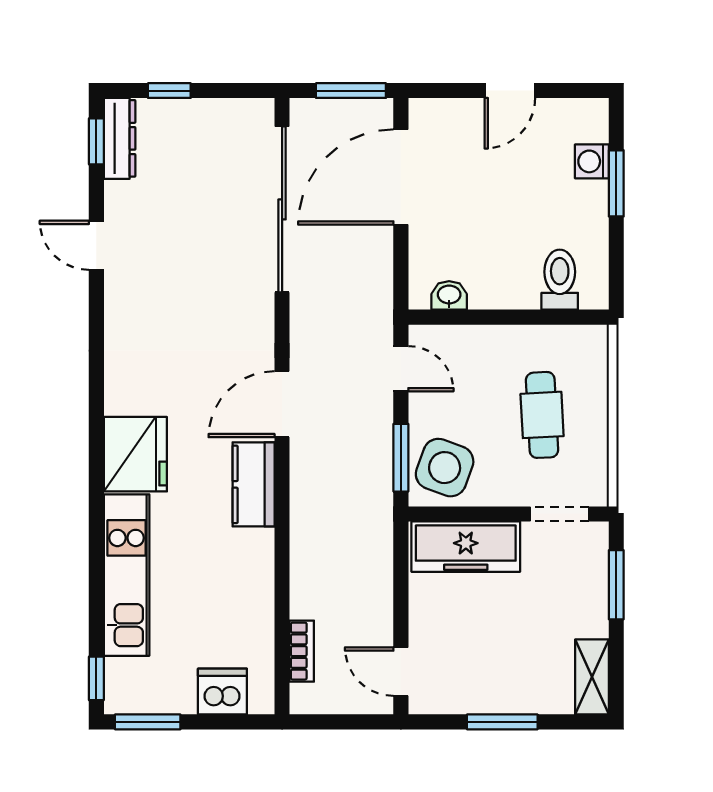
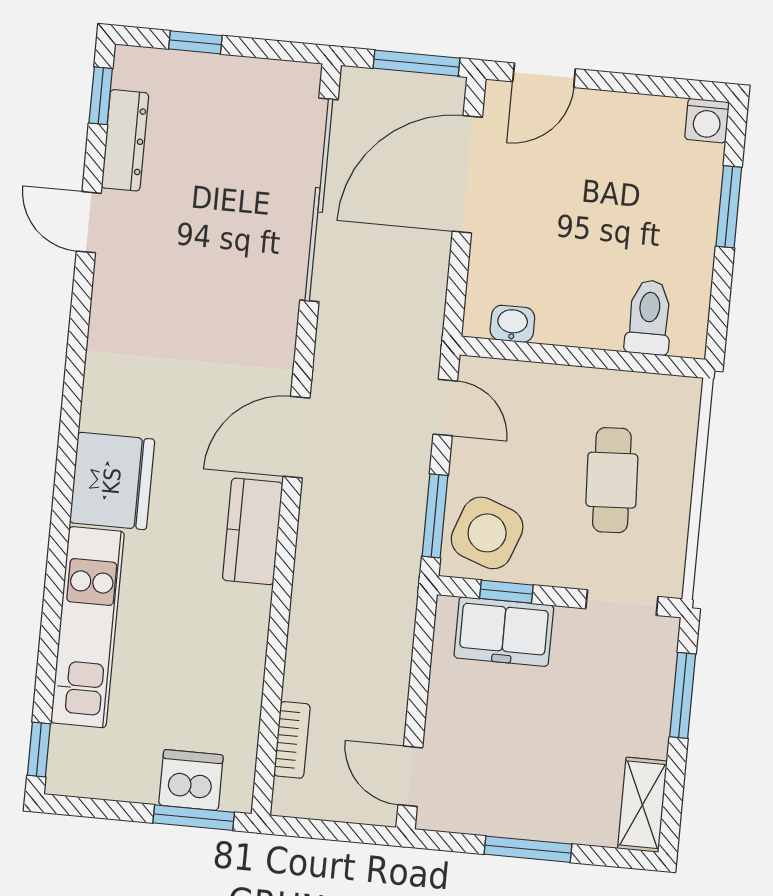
door: (510, 91) -> (544, 75), moved
dresser: (120, 138) -> (125, 140), moved
washing machine: (592, 161) -> (707, 121), moved, turned -90
window: (465, 514) -> (506, 592), added
freezer: (466, 547) -> (504, 632), width x0.71
window: (148, 722) -> (194, 818), moved

